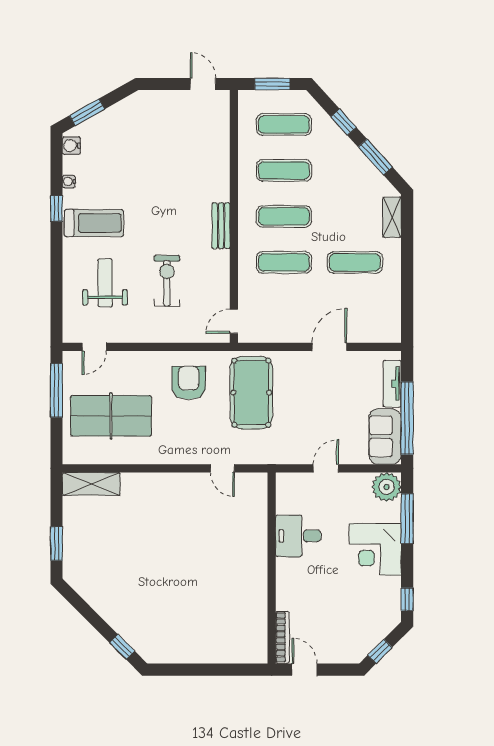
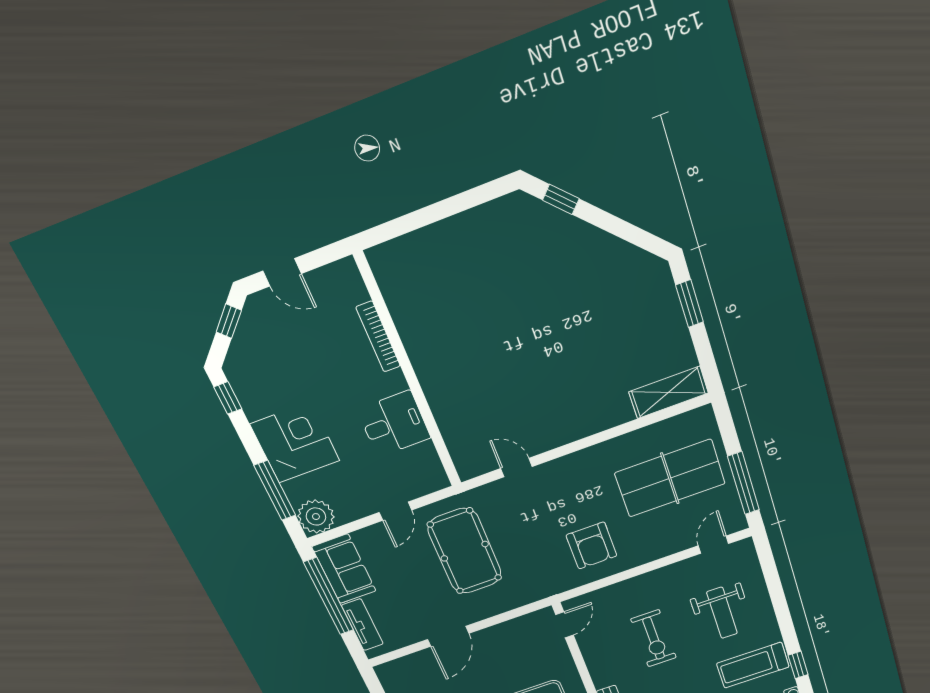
pool table: (251, 393) -> (465, 551), moved
bookcase: (282, 637) -> (378, 337), moved
door: (305, 670) -> (282, 272), moved

